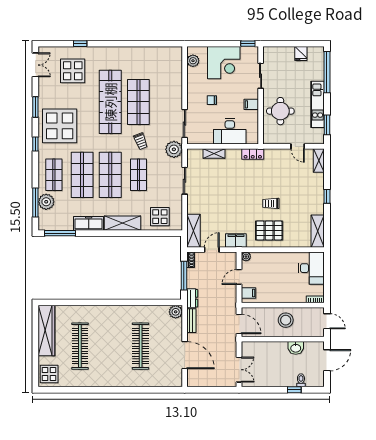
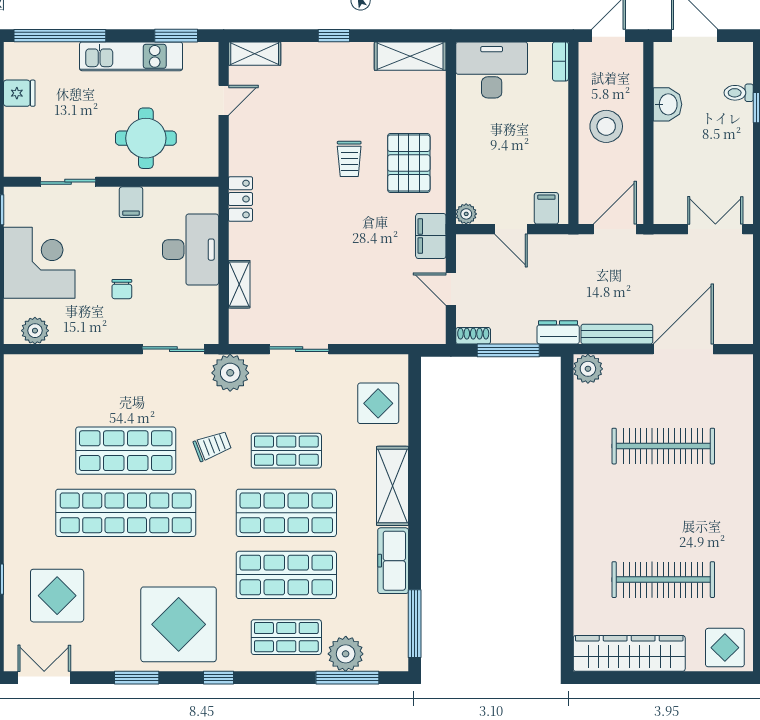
shelving: (193, 231) -> (409, 330), removed
bench: (191, 321) -> (617, 334), width x1.36

